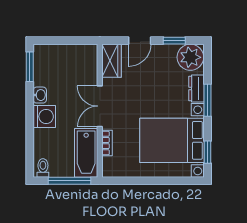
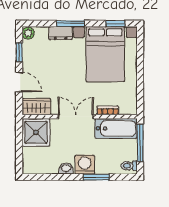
plant: (190, 57) -> (28, 33), width x0.53, depth x0.53
shower: (82, 60) -> (36, 132), added
window: (30, 67) -> (96, 177), moved
double door: (100, 106) -> (76, 117), swing flipped

